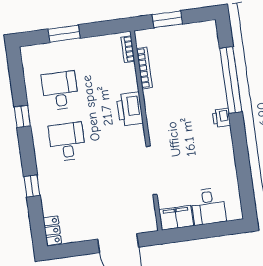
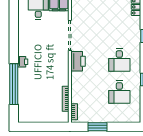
window: (167, 19) -> (47, 127), removed
window: (64, 34) -> (97, 127), moved
printer: (130, 109) -> (78, 61), moved

